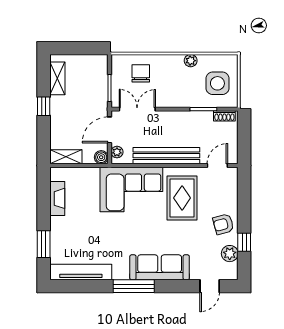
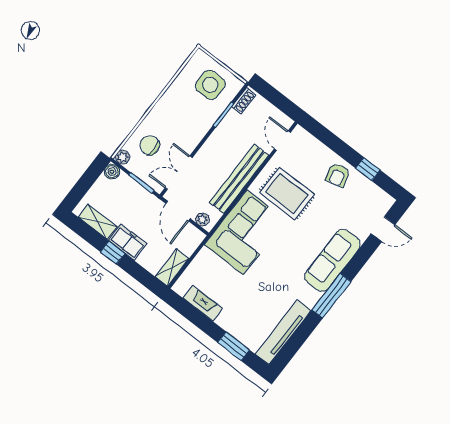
plant: (191, 61) -> (123, 157), moved
freezer: (60, 111) -> (128, 242), added
boiler: (101, 157) -> (112, 172), moved
plant: (230, 254) -> (368, 189), removed
door: (210, 286) -> (383, 229), hinge flipped

